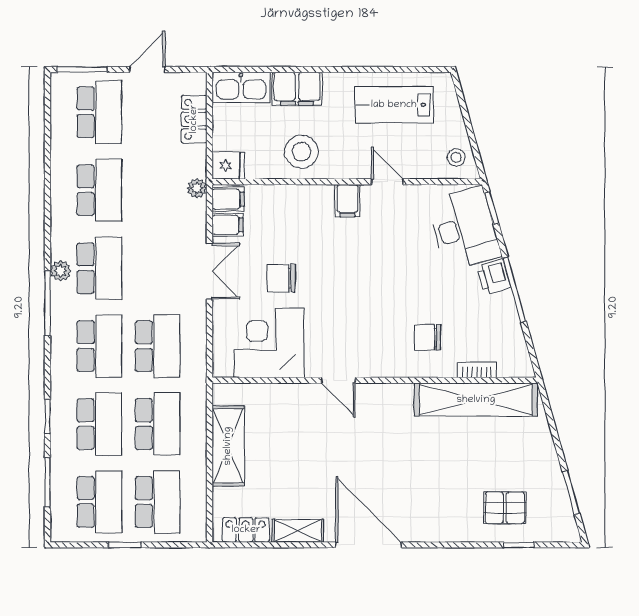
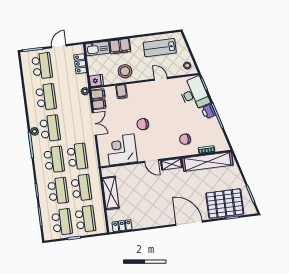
filing cabinet: (347, 201) -> (121, 92), moved
chair: (281, 278) -> (143, 124), moved
pallet: (505, 508) -> (225, 204), width x2.05, depth x2.00
shelving: (298, 531) -> (172, 164), moved
door: (369, 545) -> (189, 223), moved

